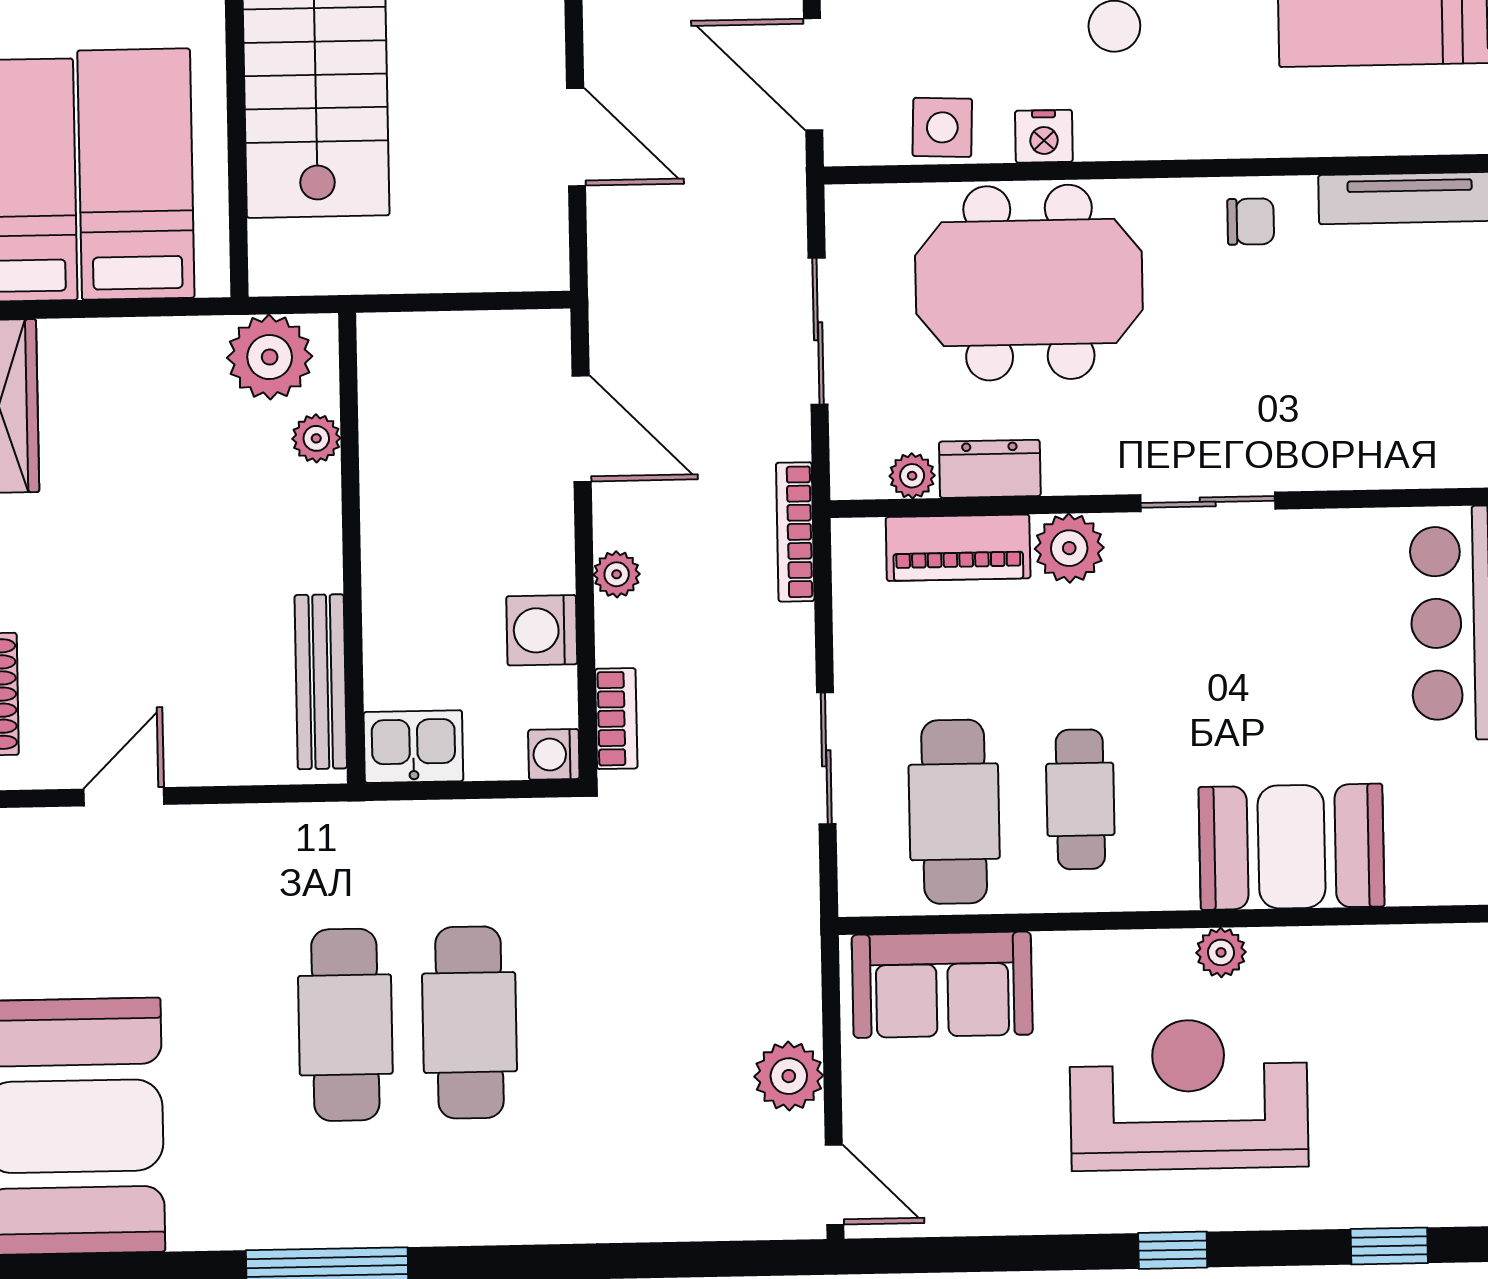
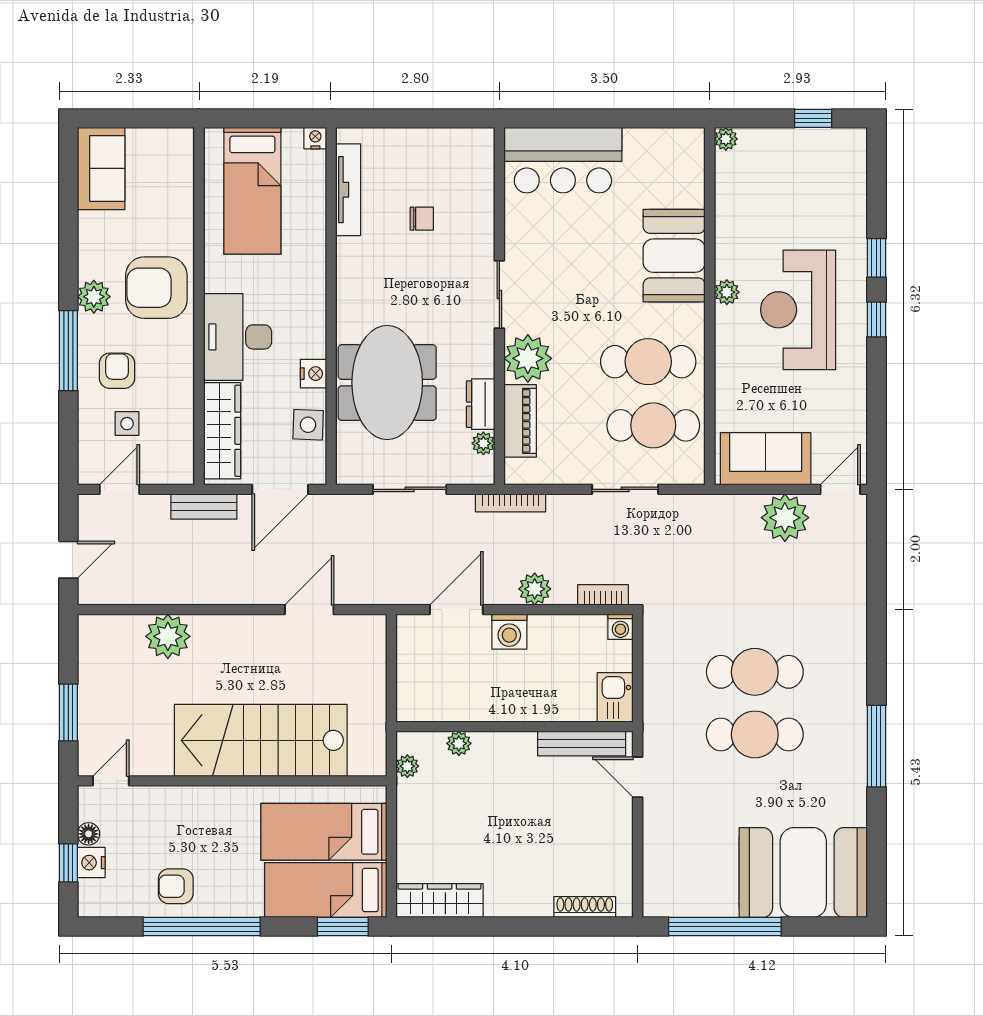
chair: (1251, 222) -> (422, 219), moved, turned 90
plant: (270, 357) -> (407, 766), width x0.53, depth x0.53
plant: (1069, 548) -> (528, 358), width x1.36, depth x1.36
plant: (617, 574) -> (535, 589), width x1.38, depth x1.38
washing machine: (542, 630) -> (509, 632), moved
door: (124, 797) -> (638, 777), moved
cafe table: (1080, 799) -> (648, 362), width x1.37, depth x1.35
sofa: (942, 985) -> (766, 459), moved, turned -90
plant: (789, 1076) -> (785, 518), width x1.36, depth x1.36
window: (1389, 1246) -> (876, 258), moved

